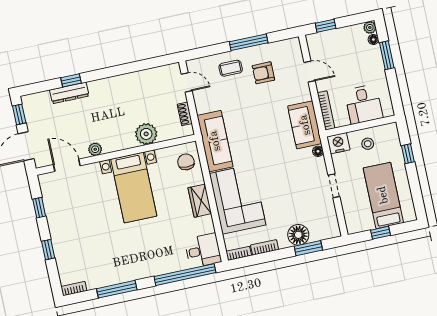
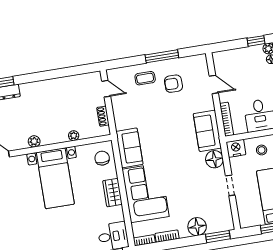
window: (326, 26) -> (256, 41), moved
plant: (146, 134) -> (74, 136), width x0.53, depth x0.53
sofa: (215, 141) -> (129, 148), width x0.73
plant: (95, 149) -> (34, 141), moved
floor lamp: (318, 151) -> (214, 159), width x1.89, depth x1.89
window: (308, 248) -> (218, 237), moved

